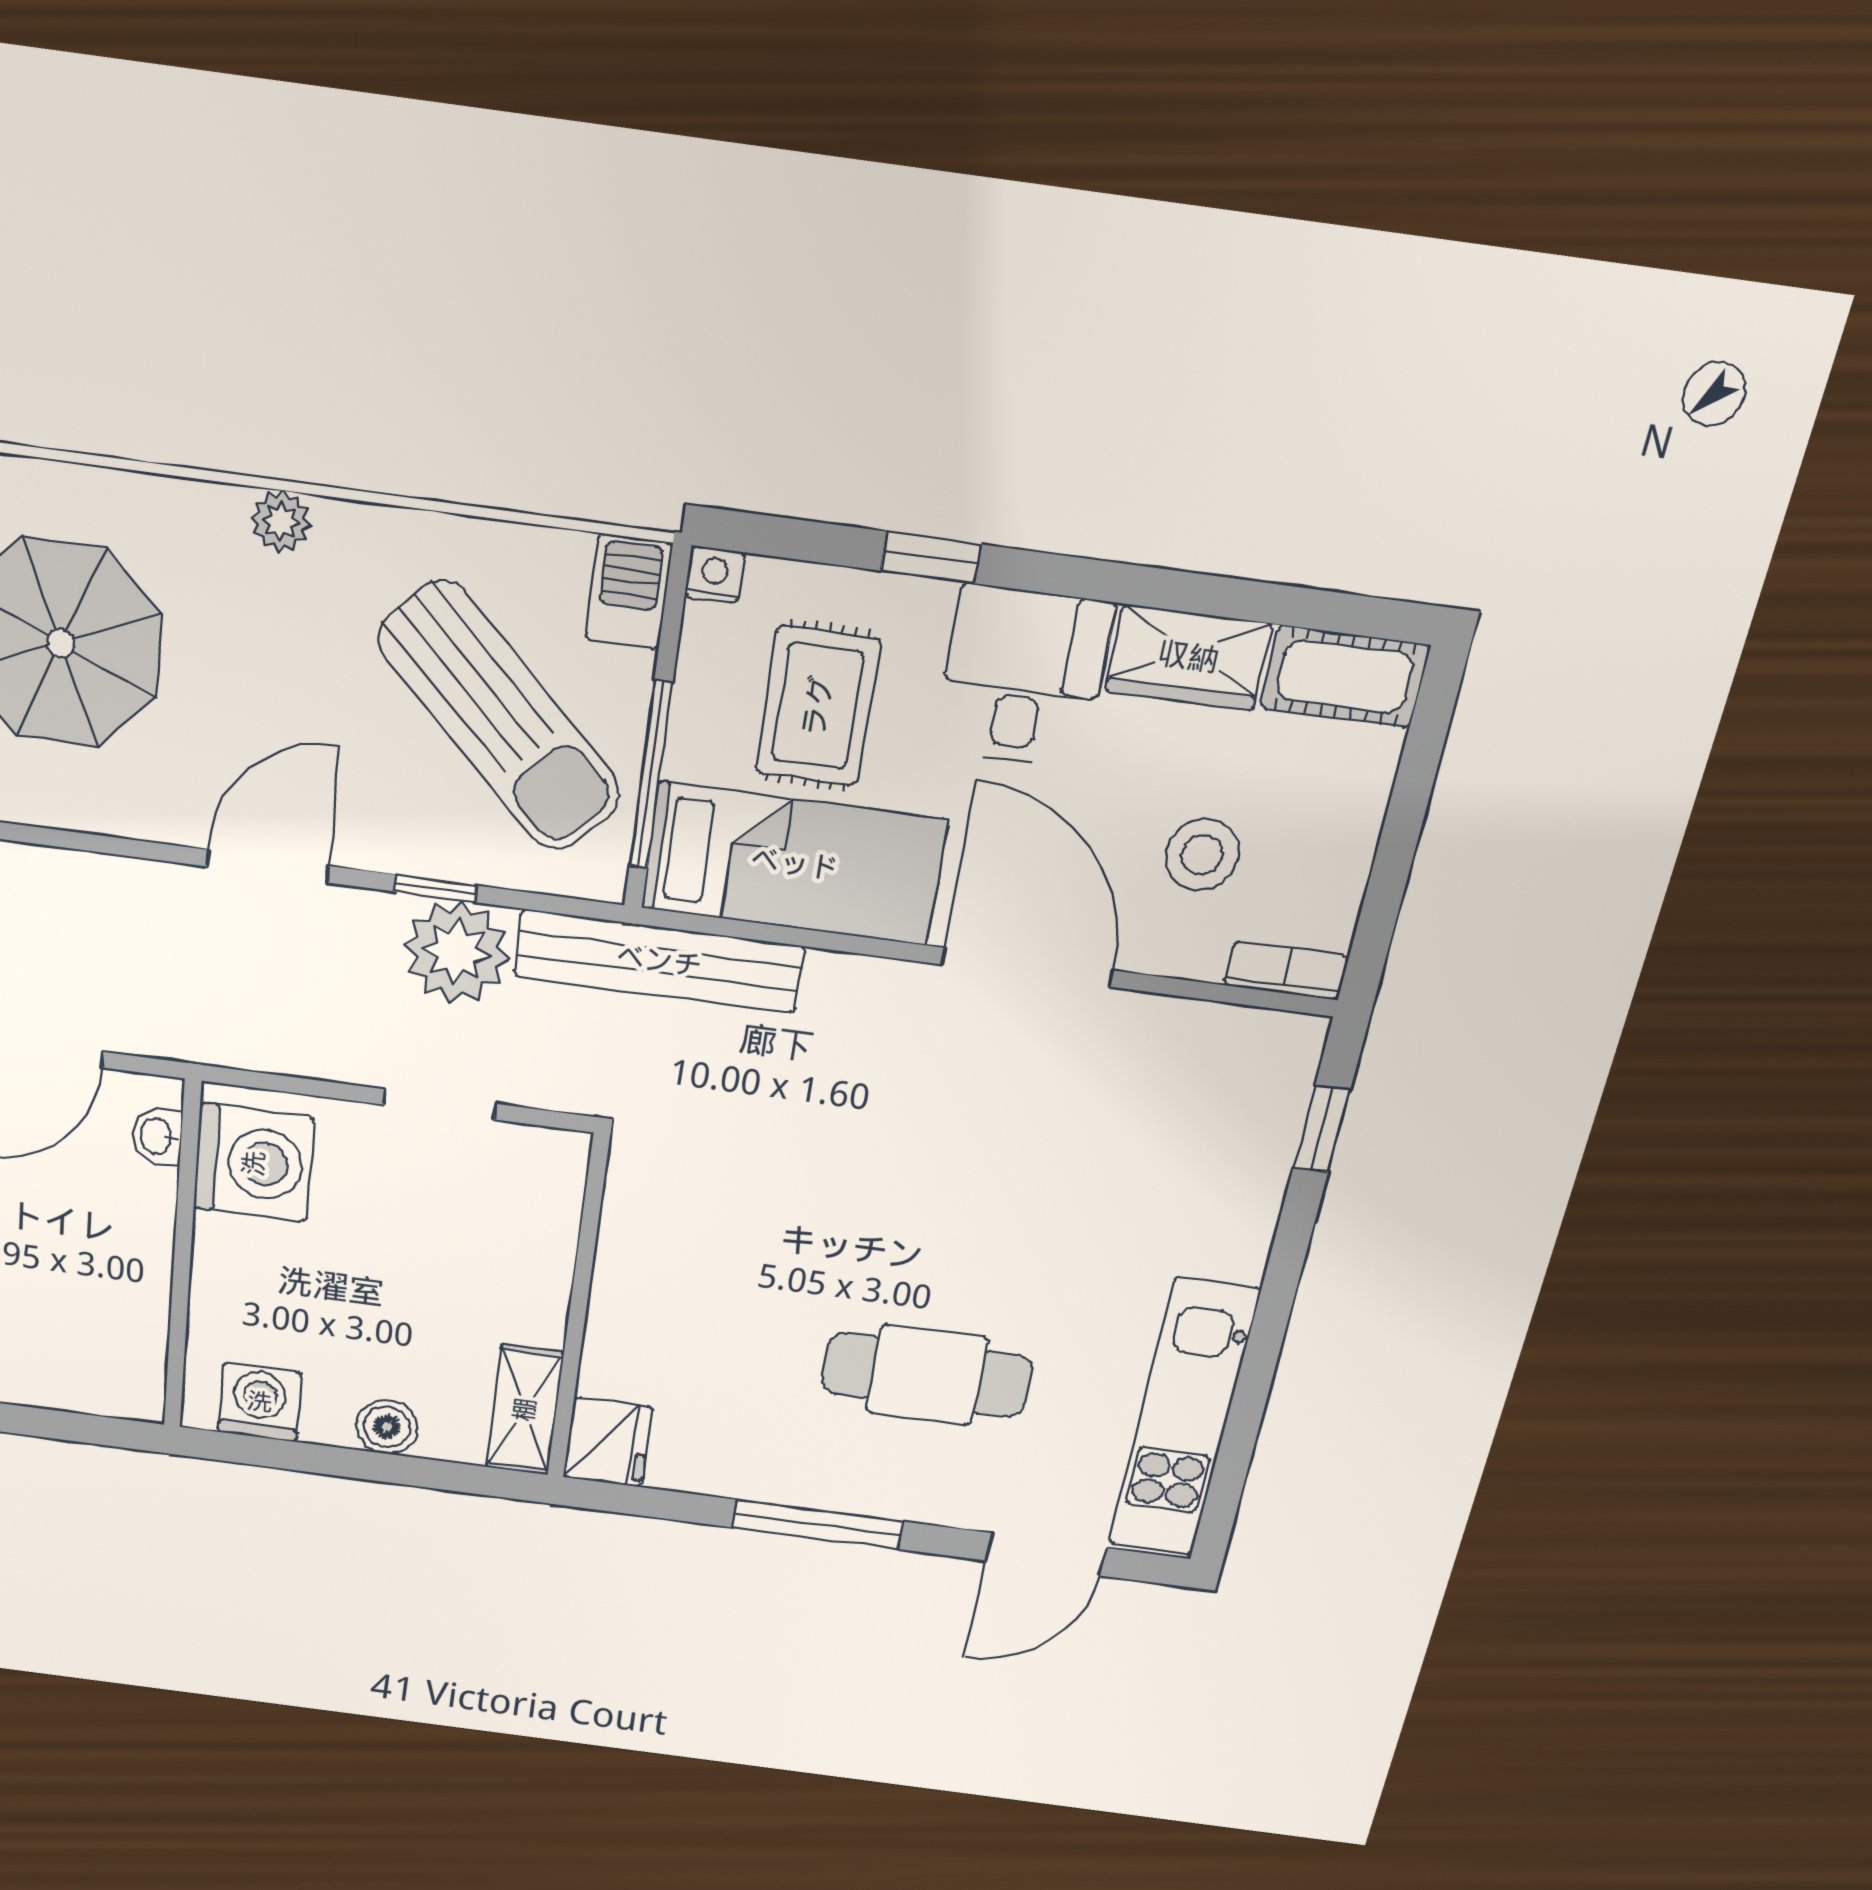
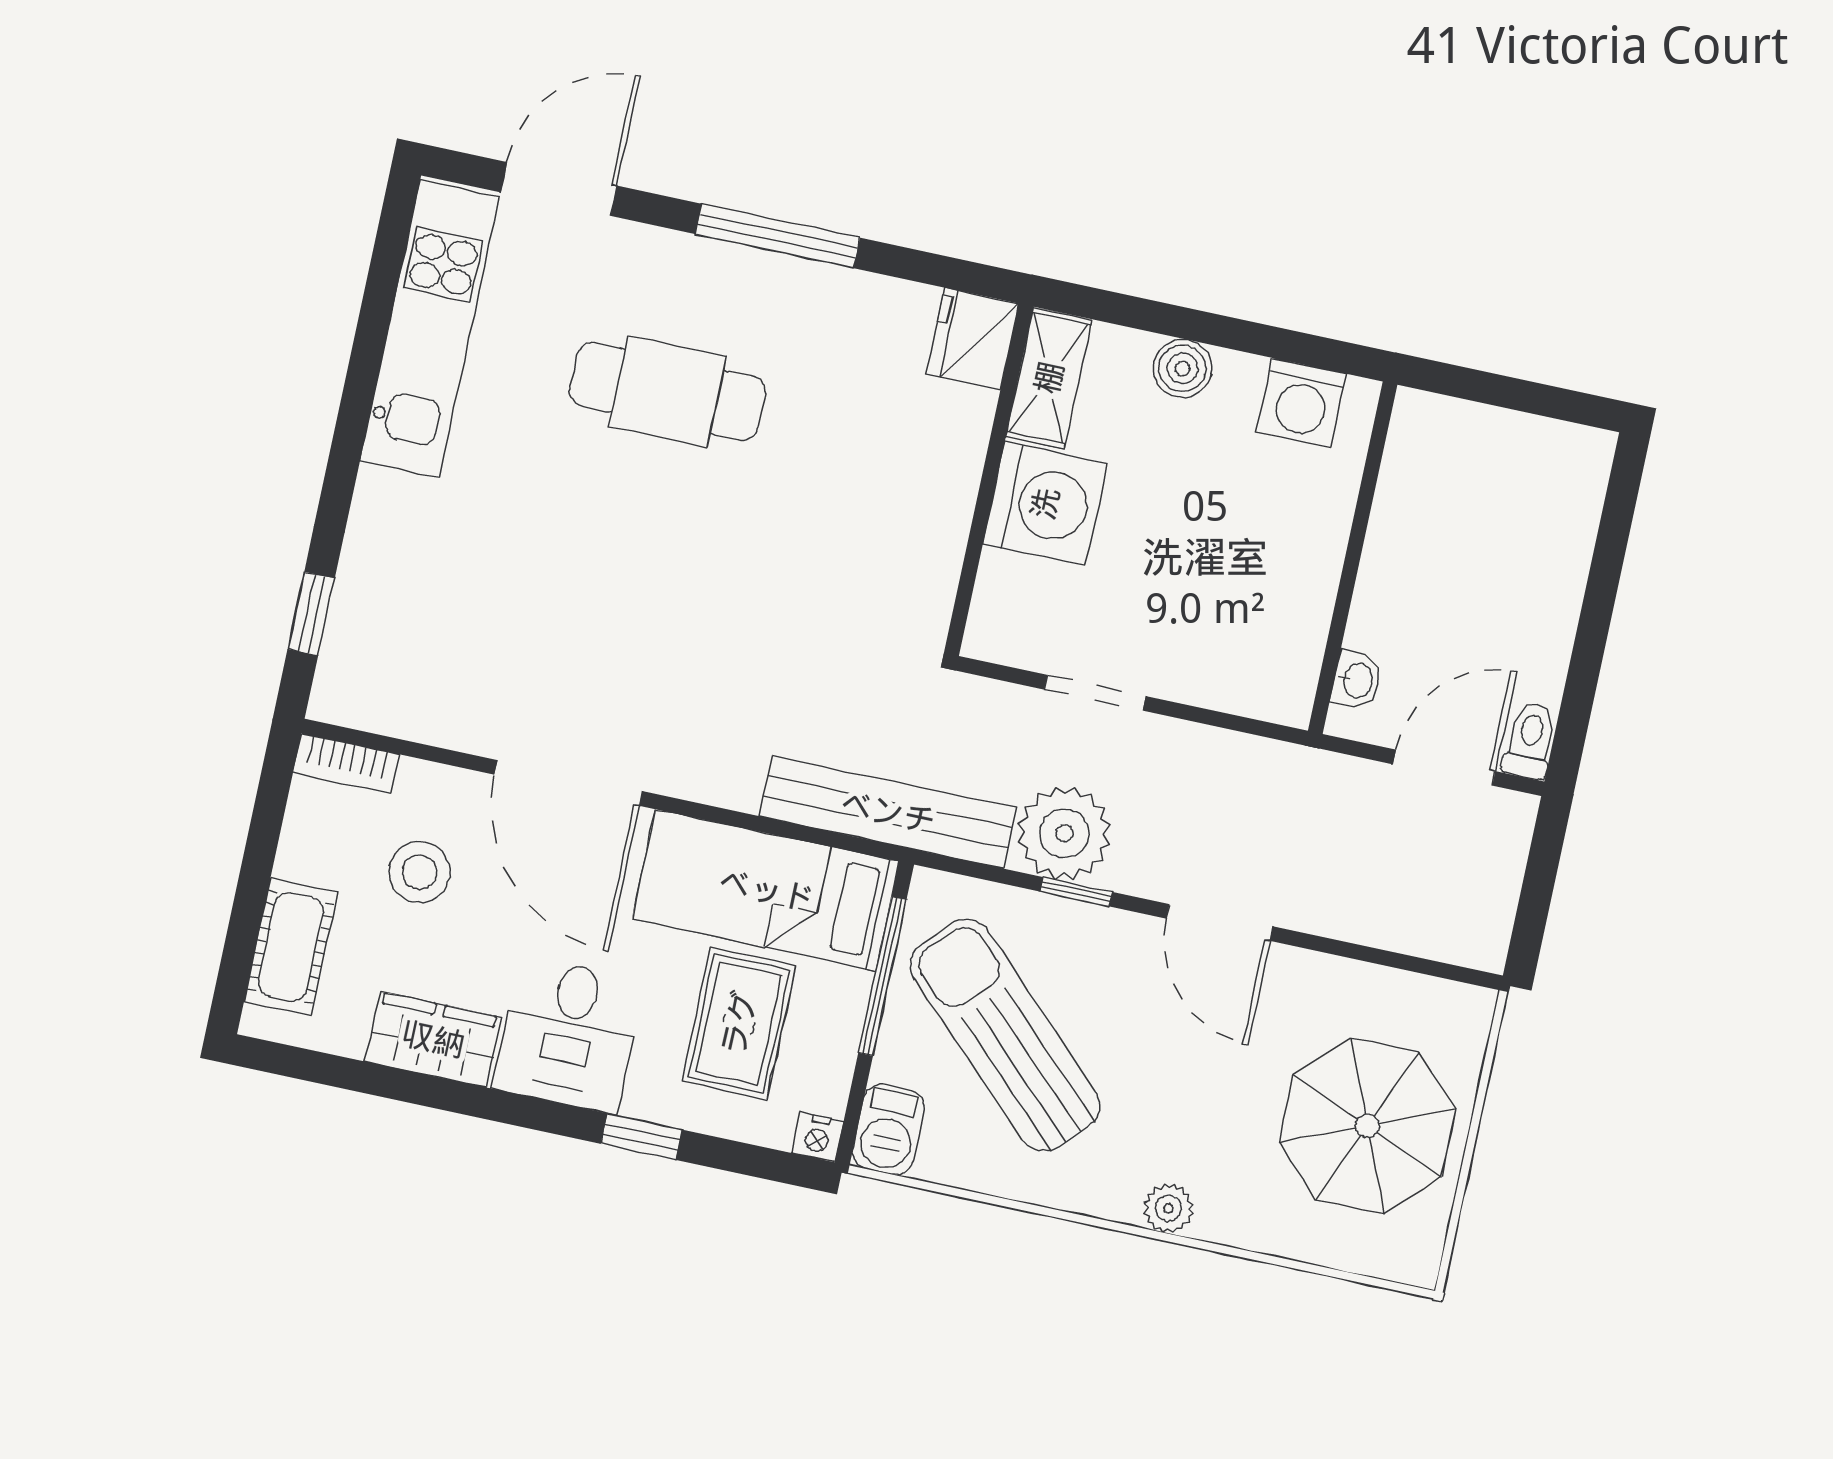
cot: (1345, 677) -> (291, 947), moved, turned 90
door: (268, 866) -> (1220, 923), hinge flipped
washing machine: (254, 1163) -> (1045, 503), moved, turned 180

